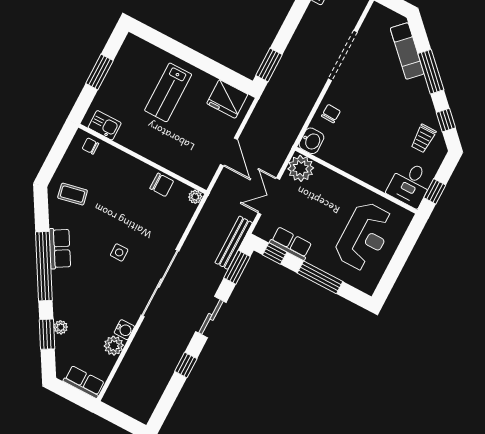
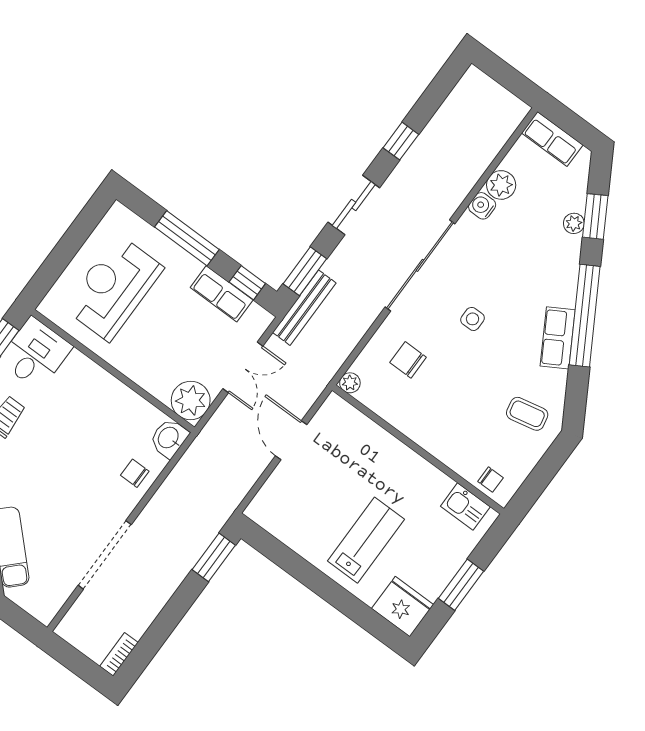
fridge: (227, 99) -> (403, 607), moved
chair: (331, 114) -> (135, 473), turned 88
chair: (162, 185) -> (408, 360), moved

